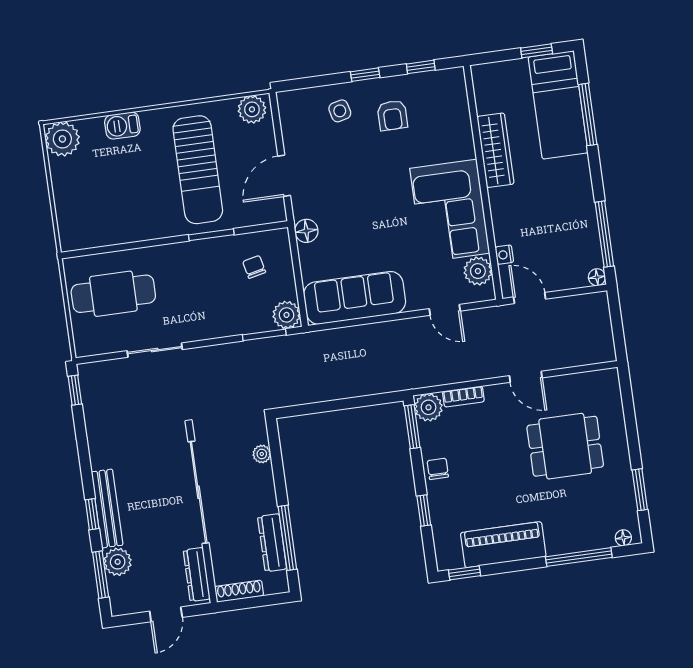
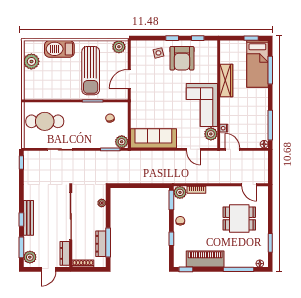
armchair: (392, 115) -> (182, 58), width x1.88, depth x1.88
barbecue: (122, 126) -> (59, 49), width x1.88, depth x1.53
plant: (62, 139) -> (31, 61), moved
floor lamp: (306, 231) -> (136, 105), removed
door: (526, 377) -> (249, 185), moved
plant: (118, 562) -> (30, 257), moved

